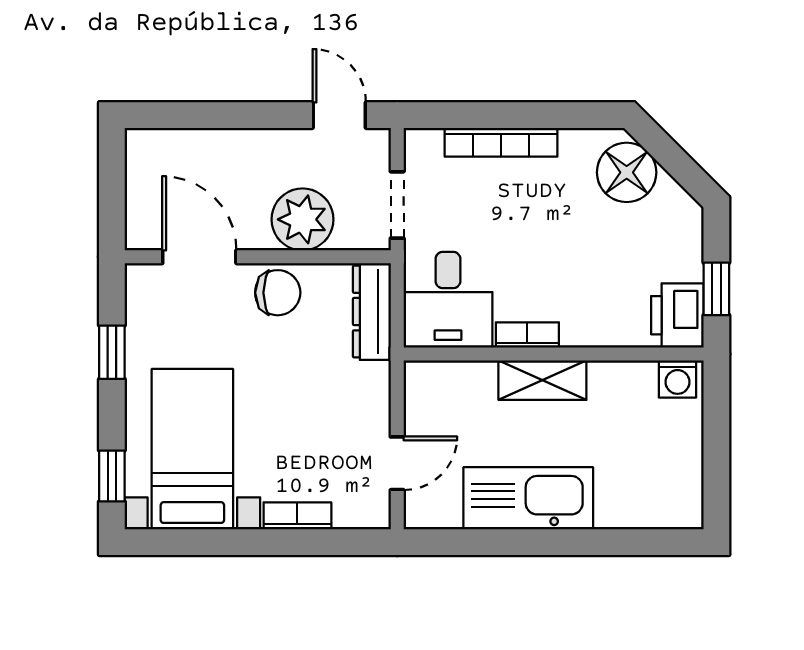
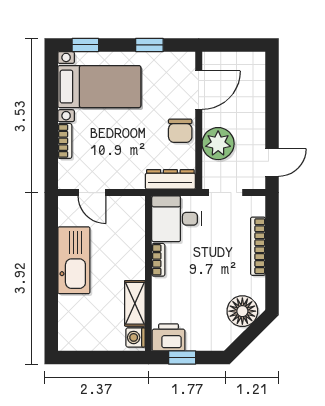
shelving: (542, 380) -> (135, 303), moved

